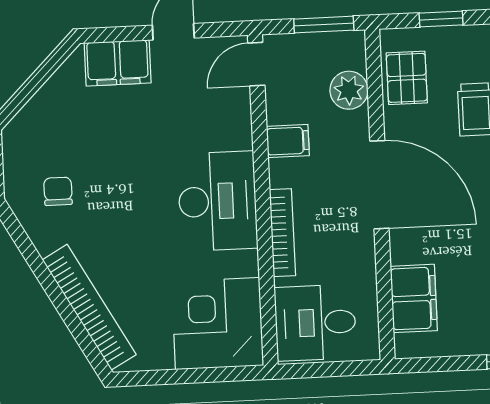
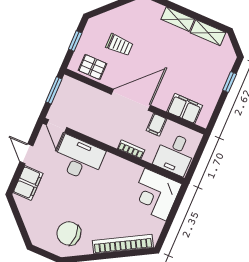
plant: (349, 90) -> (86, 93), removed
filing cabinet: (288, 141) -> (156, 125), moved, turned 180
chair: (58, 191) -> (69, 233), width x1.87, depth x1.87
desk: (218, 201) -> (79, 158), moved
bookcase: (282, 233) -> (131, 149), width x0.64

